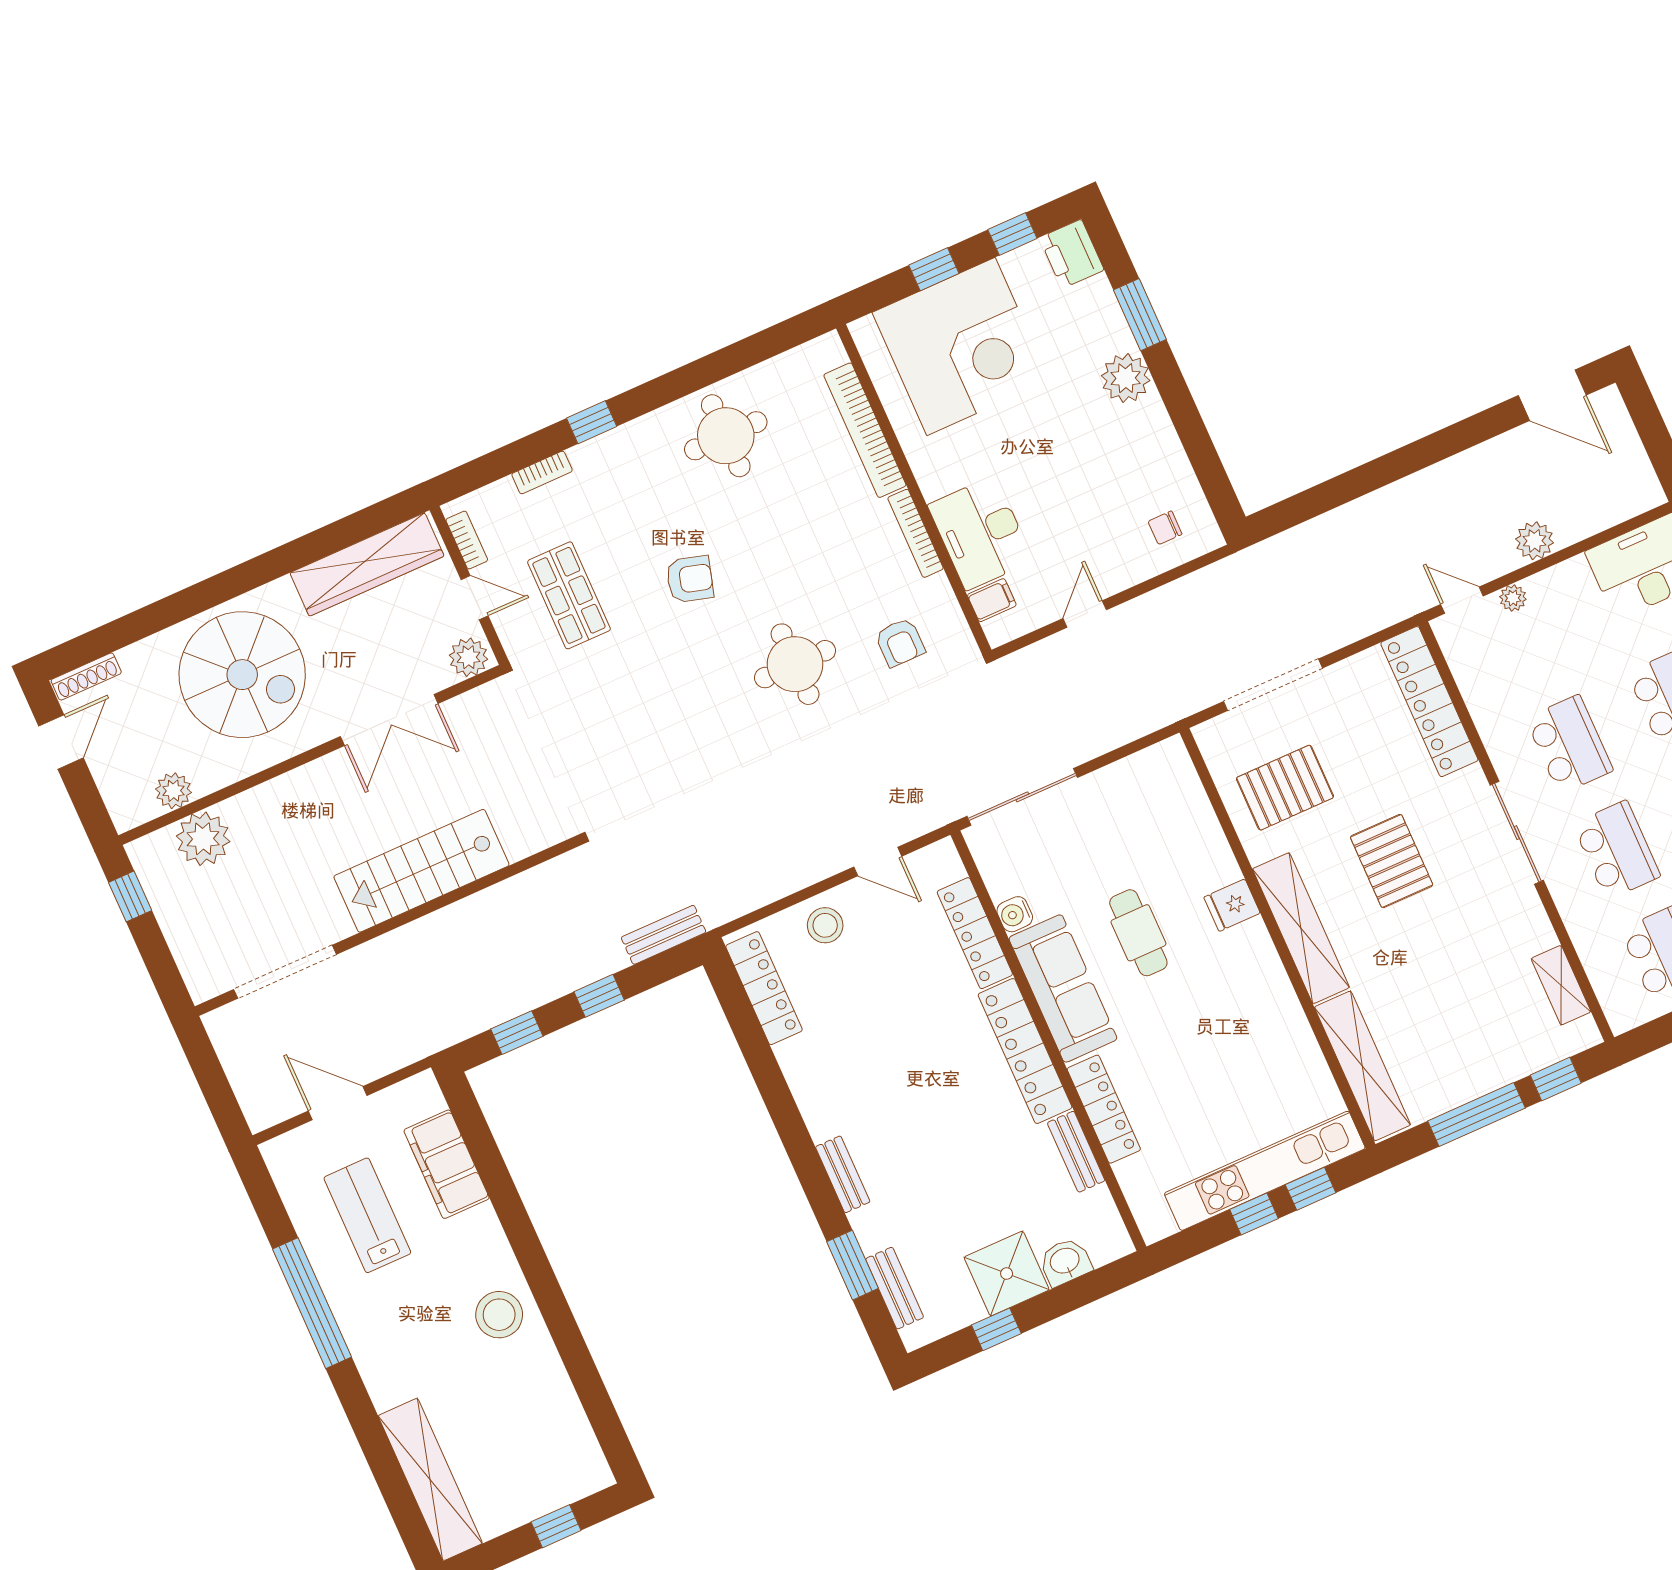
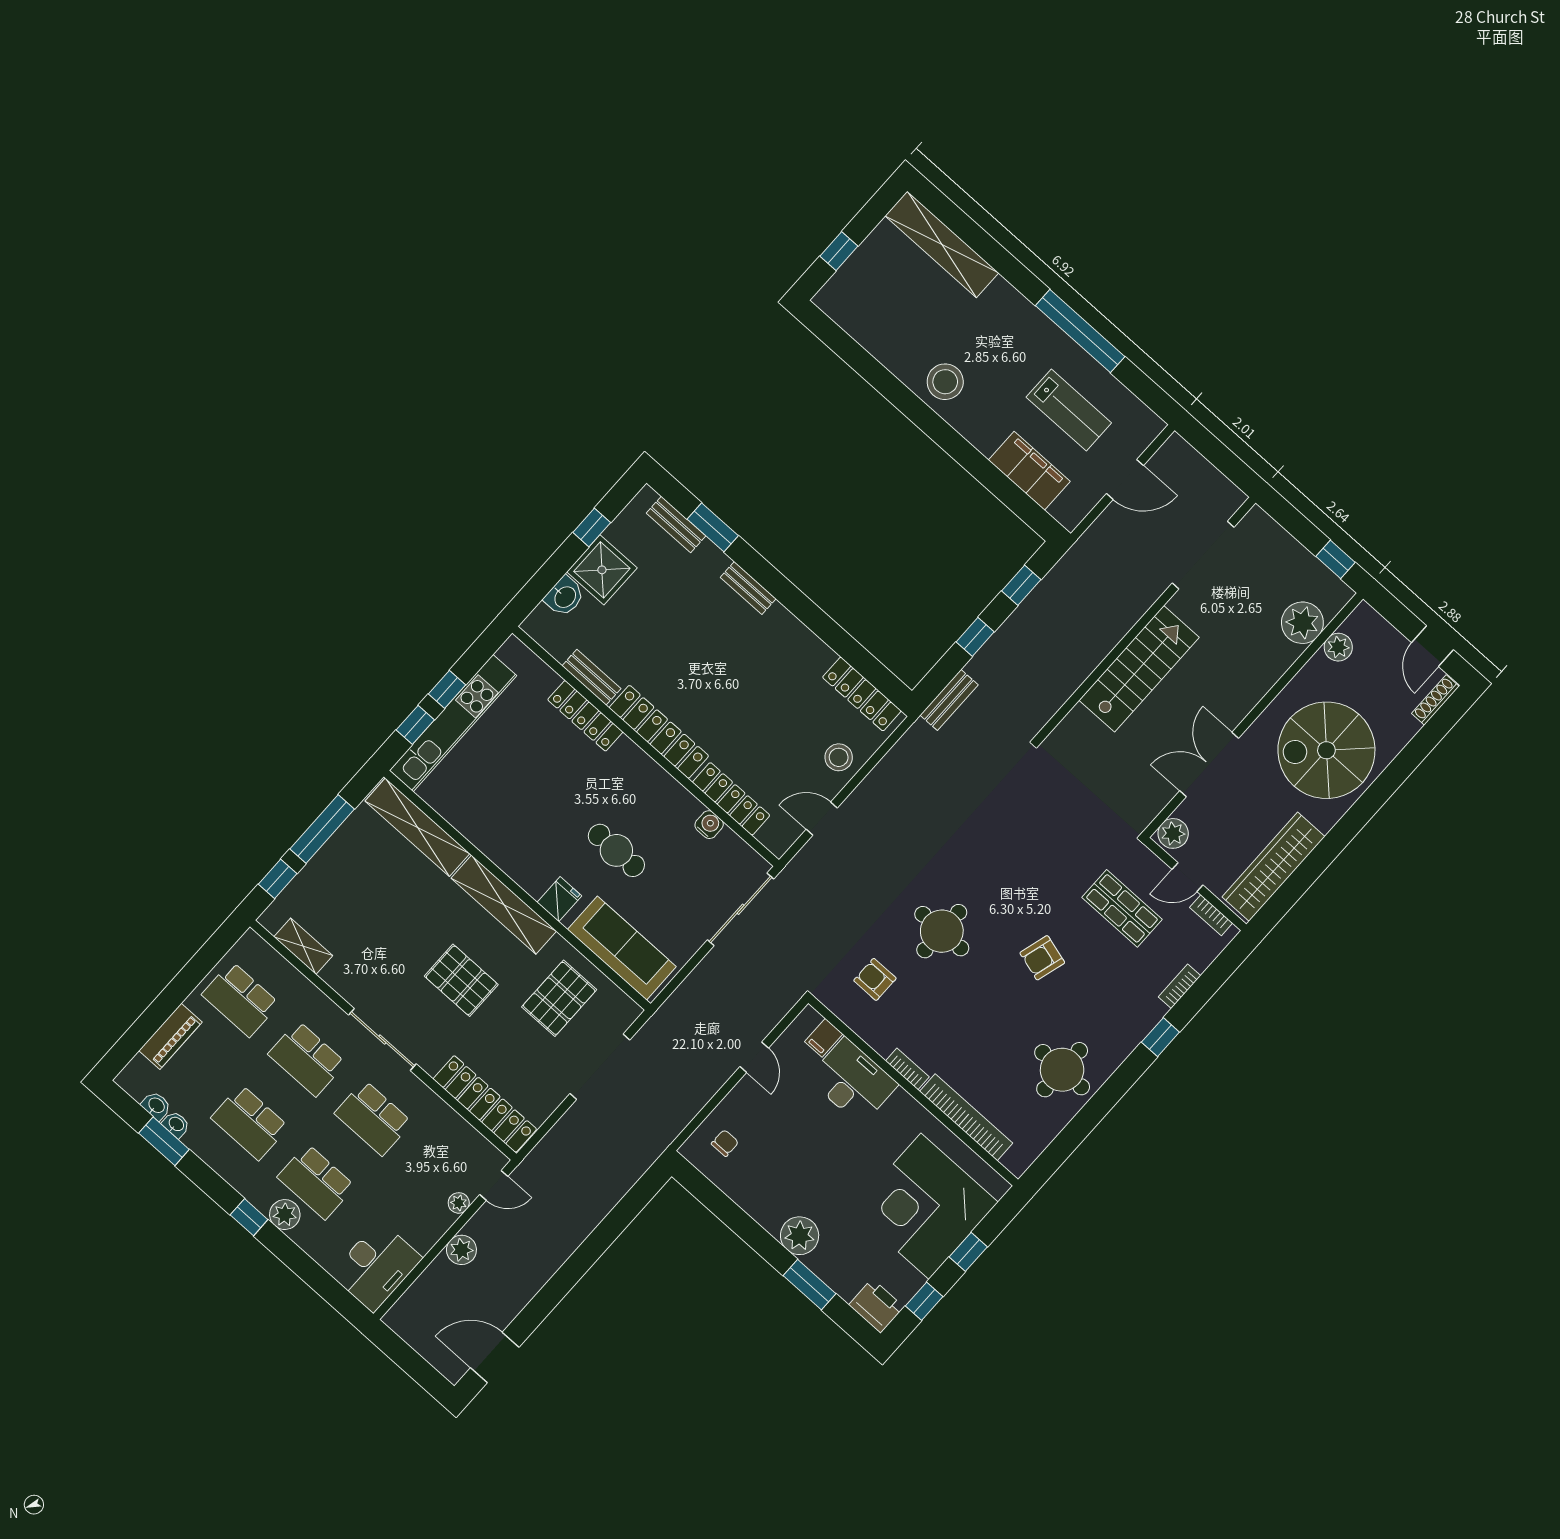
bookcase: (915, 533) -> (907, 1069), width x0.64
sofa: (1063, 988) -> (622, 948), moved, turned 180

